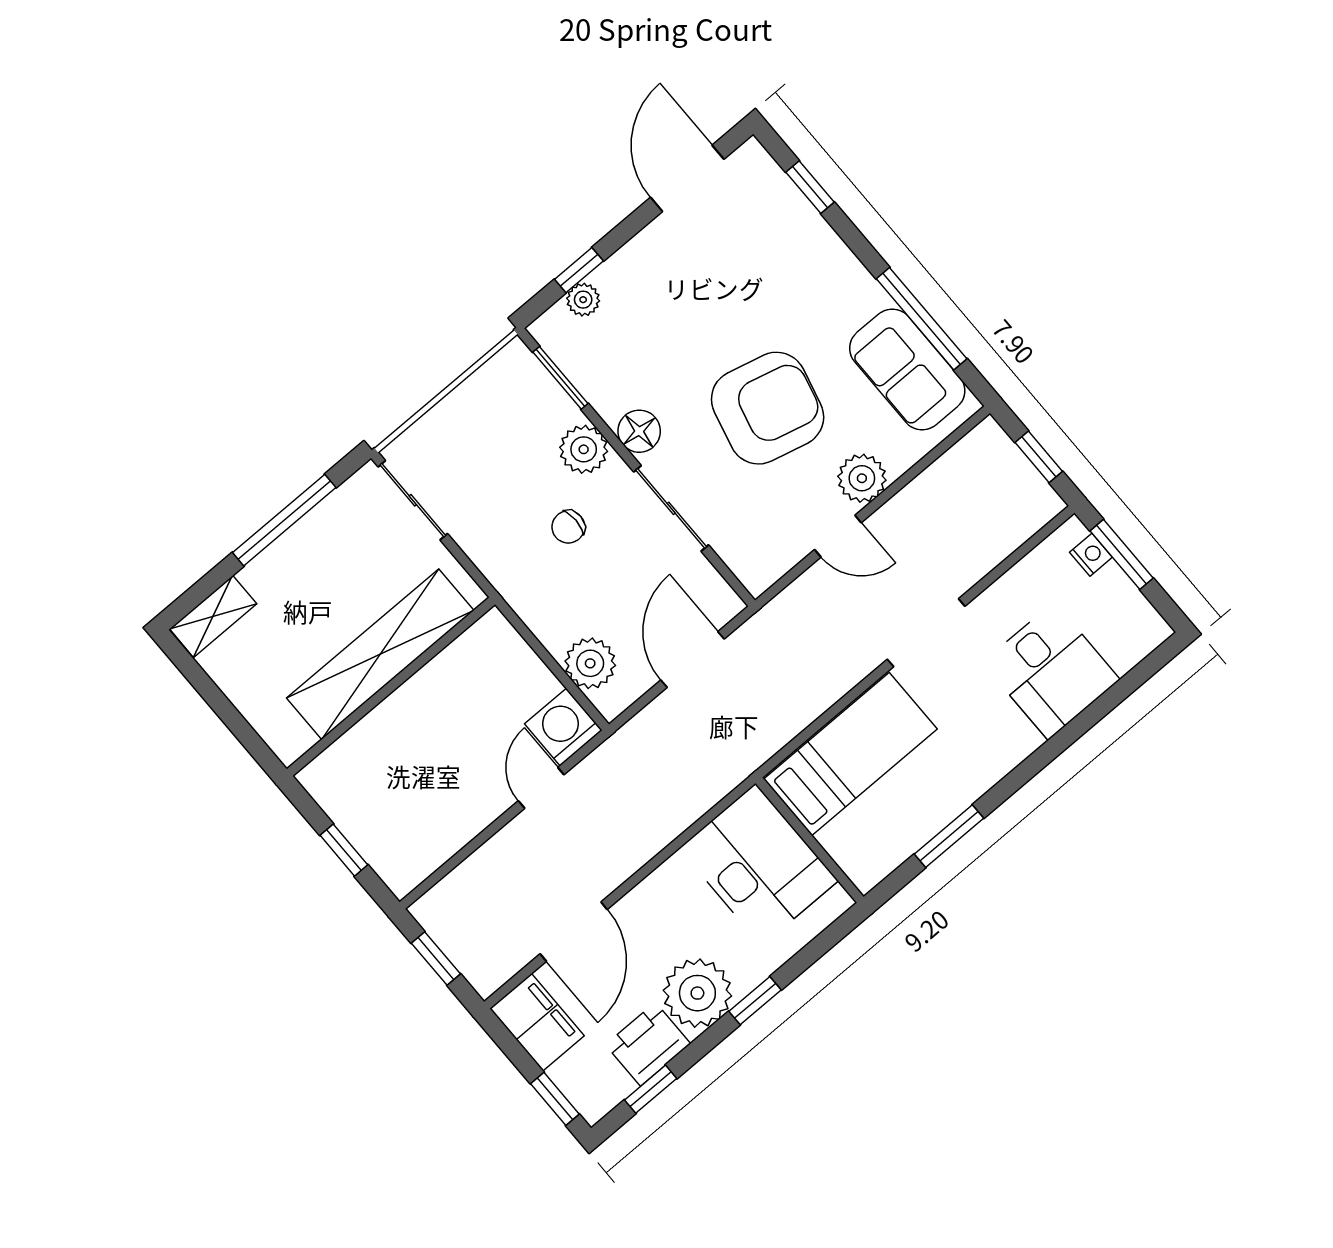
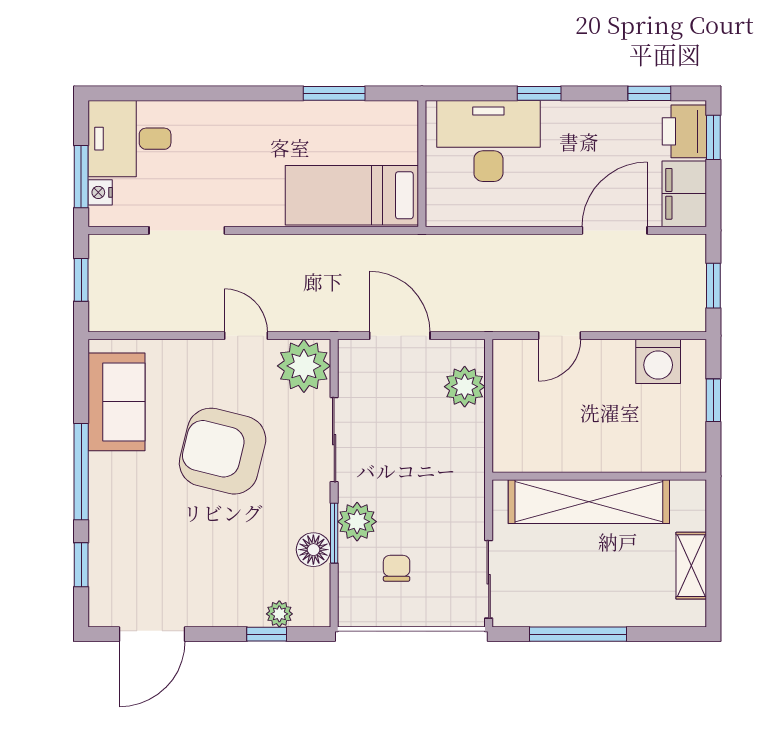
window: (922, 319) -> (81, 472), moved
window: (560, 378) -> (334, 533), moved
floor lamp: (639, 431) -> (313, 550), moved
plant: (862, 478) -> (304, 366), moved, width x1.36, depth x1.36
chair: (568, 527) -> (397, 568), moved, turned -90
shelving: (213, 616) -> (691, 566), moved, turned 90
doorway: (926, 633) -> (187, 230), moved
door: (692, 659) -> (400, 336), swing flipped
desk: (1051, 671) -> (130, 139), moved, turned -90
washing machine: (563, 727) -> (658, 361), moved
desk: (759, 864) -> (488, 141), moved, turned 90
plant: (697, 993) -> (571, 128), removed
printer: (648, 1044) -> (684, 131), moved, turned 90

